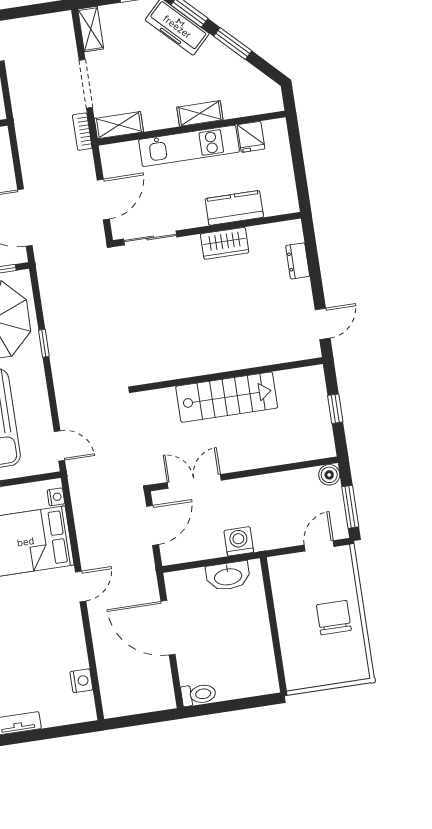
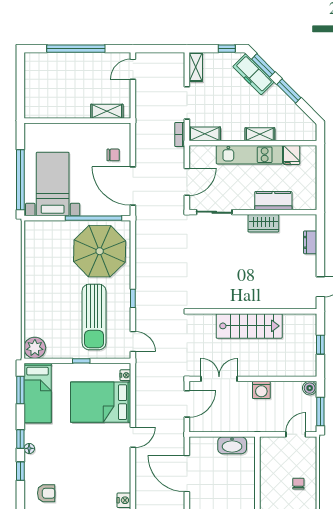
window: (44, 343) -> (133, 298), moved
washing machine: (239, 541) -> (261, 390), moved, turned 180
chair: (334, 618) -> (298, 484), width x0.54, depth x0.54

